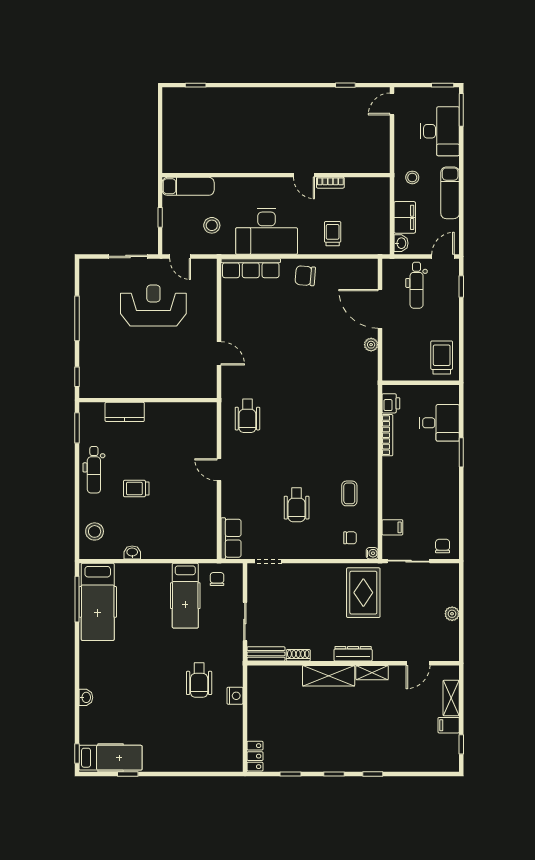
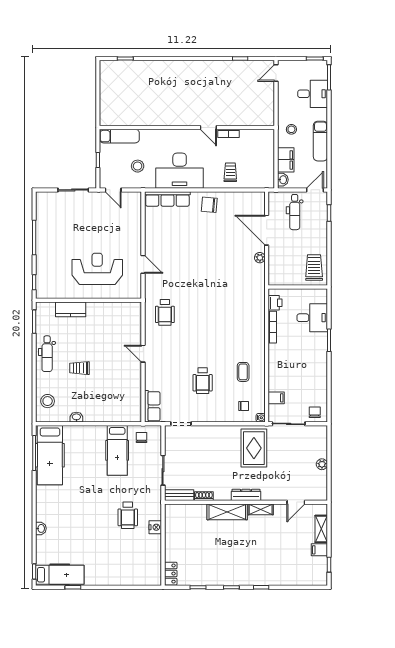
desk: (440, 131) -> (313, 94), width x0.73
reception desk: (153, 305) -> (97, 269), moved

